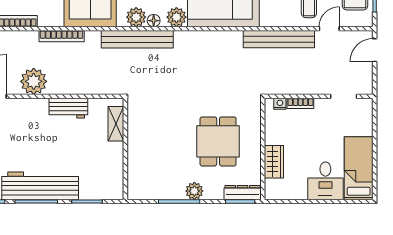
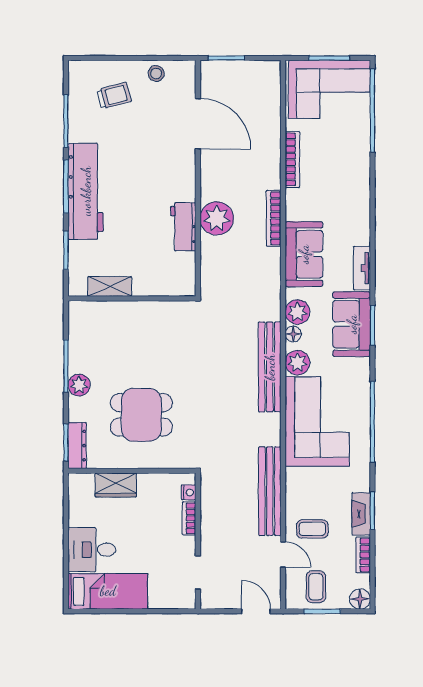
bench: (137, 39) -> (270, 367), moved
plant: (34, 81) -> (217, 218), moved
shelving: (116, 124) -> (110, 286), moved

